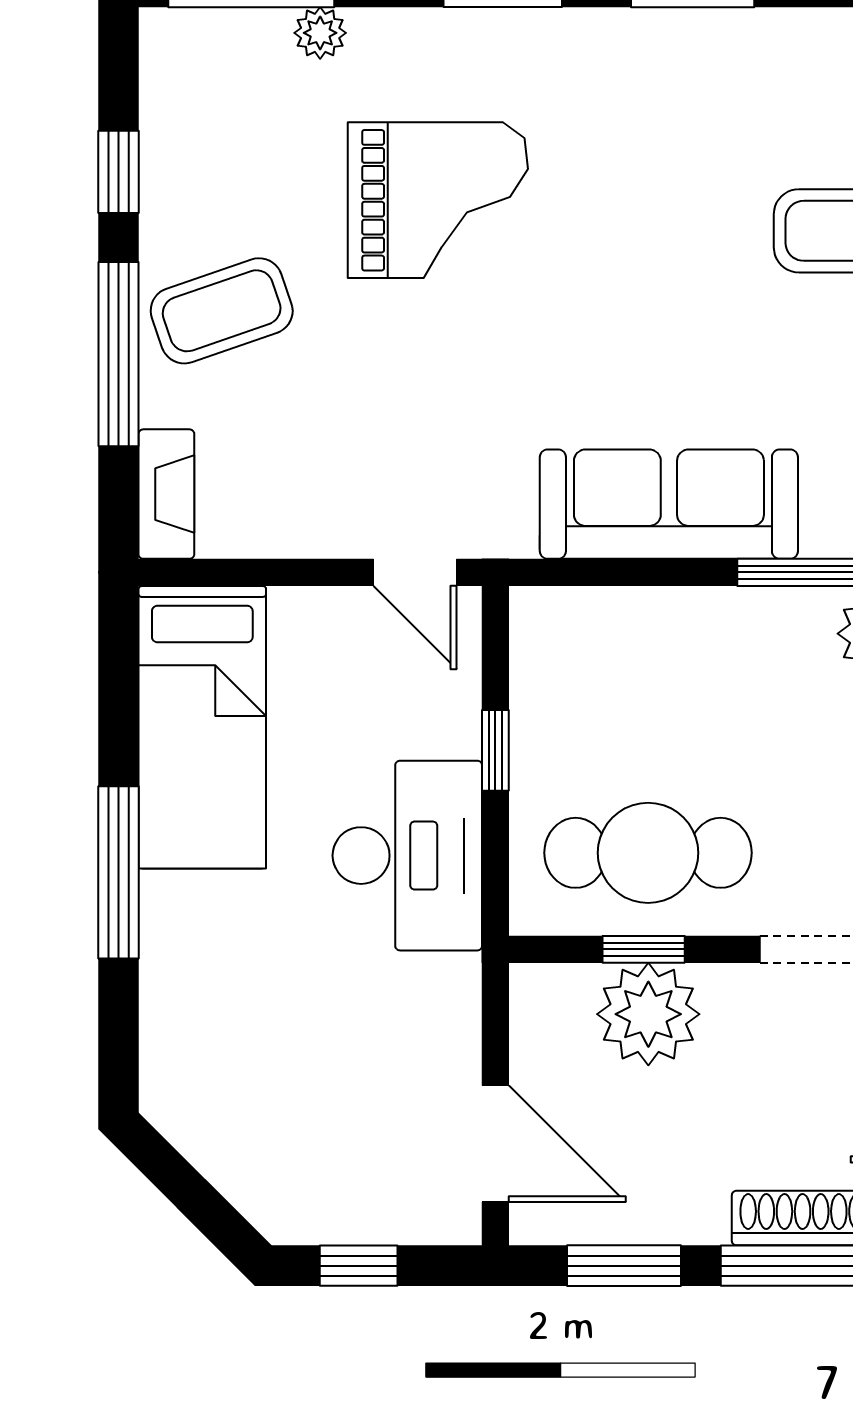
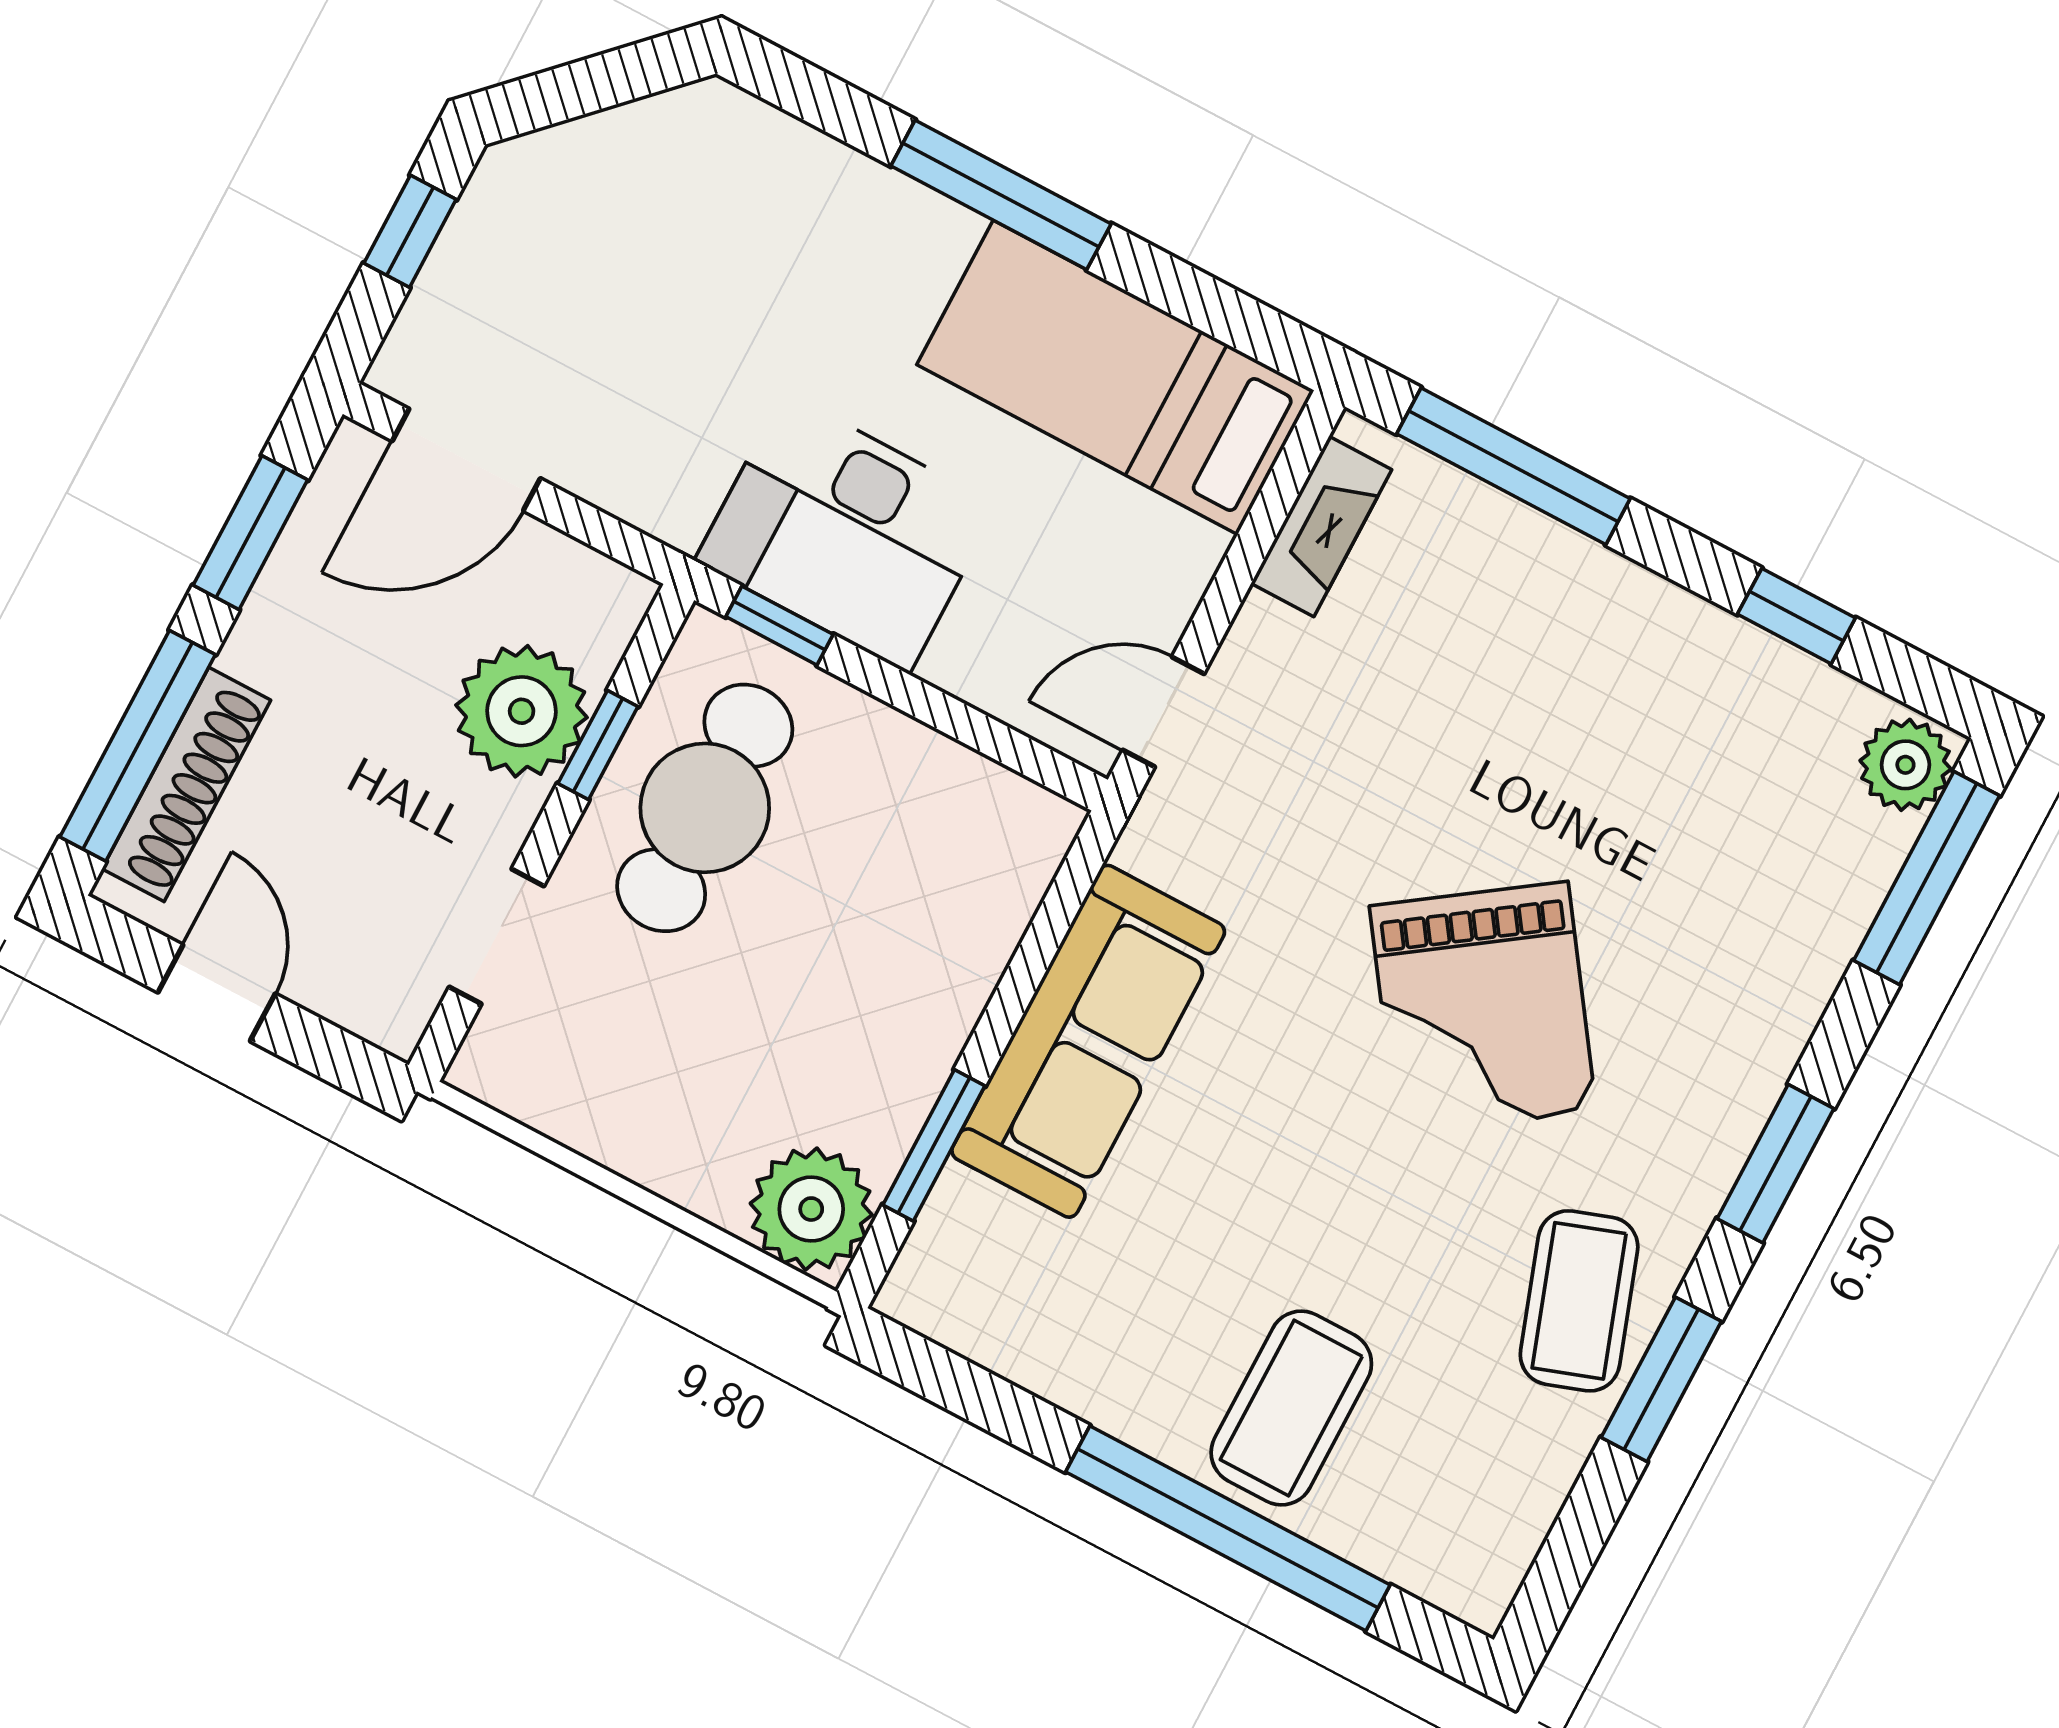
plant: (320, 33) -> (1905, 765), moved, width x1.38, depth x1.38
grand piano: (438, 200) -> (1483, 1008), moved, turned -35
coffee table: (222, 311) -> (1579, 1301), moved
window: (118, 354) -> (1513, 466), moved
fireplace: (166, 494) -> (1321, 527), moved, turned -90
window: (495, 750) -> (779, 626), moved

